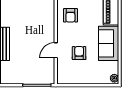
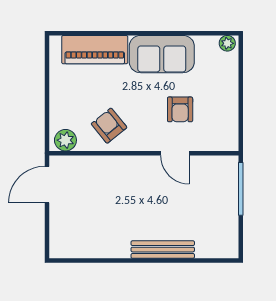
armchair: (70, 15) -> (109, 126), turned -129
armchair: (79, 53) -> (180, 109), turned -90

